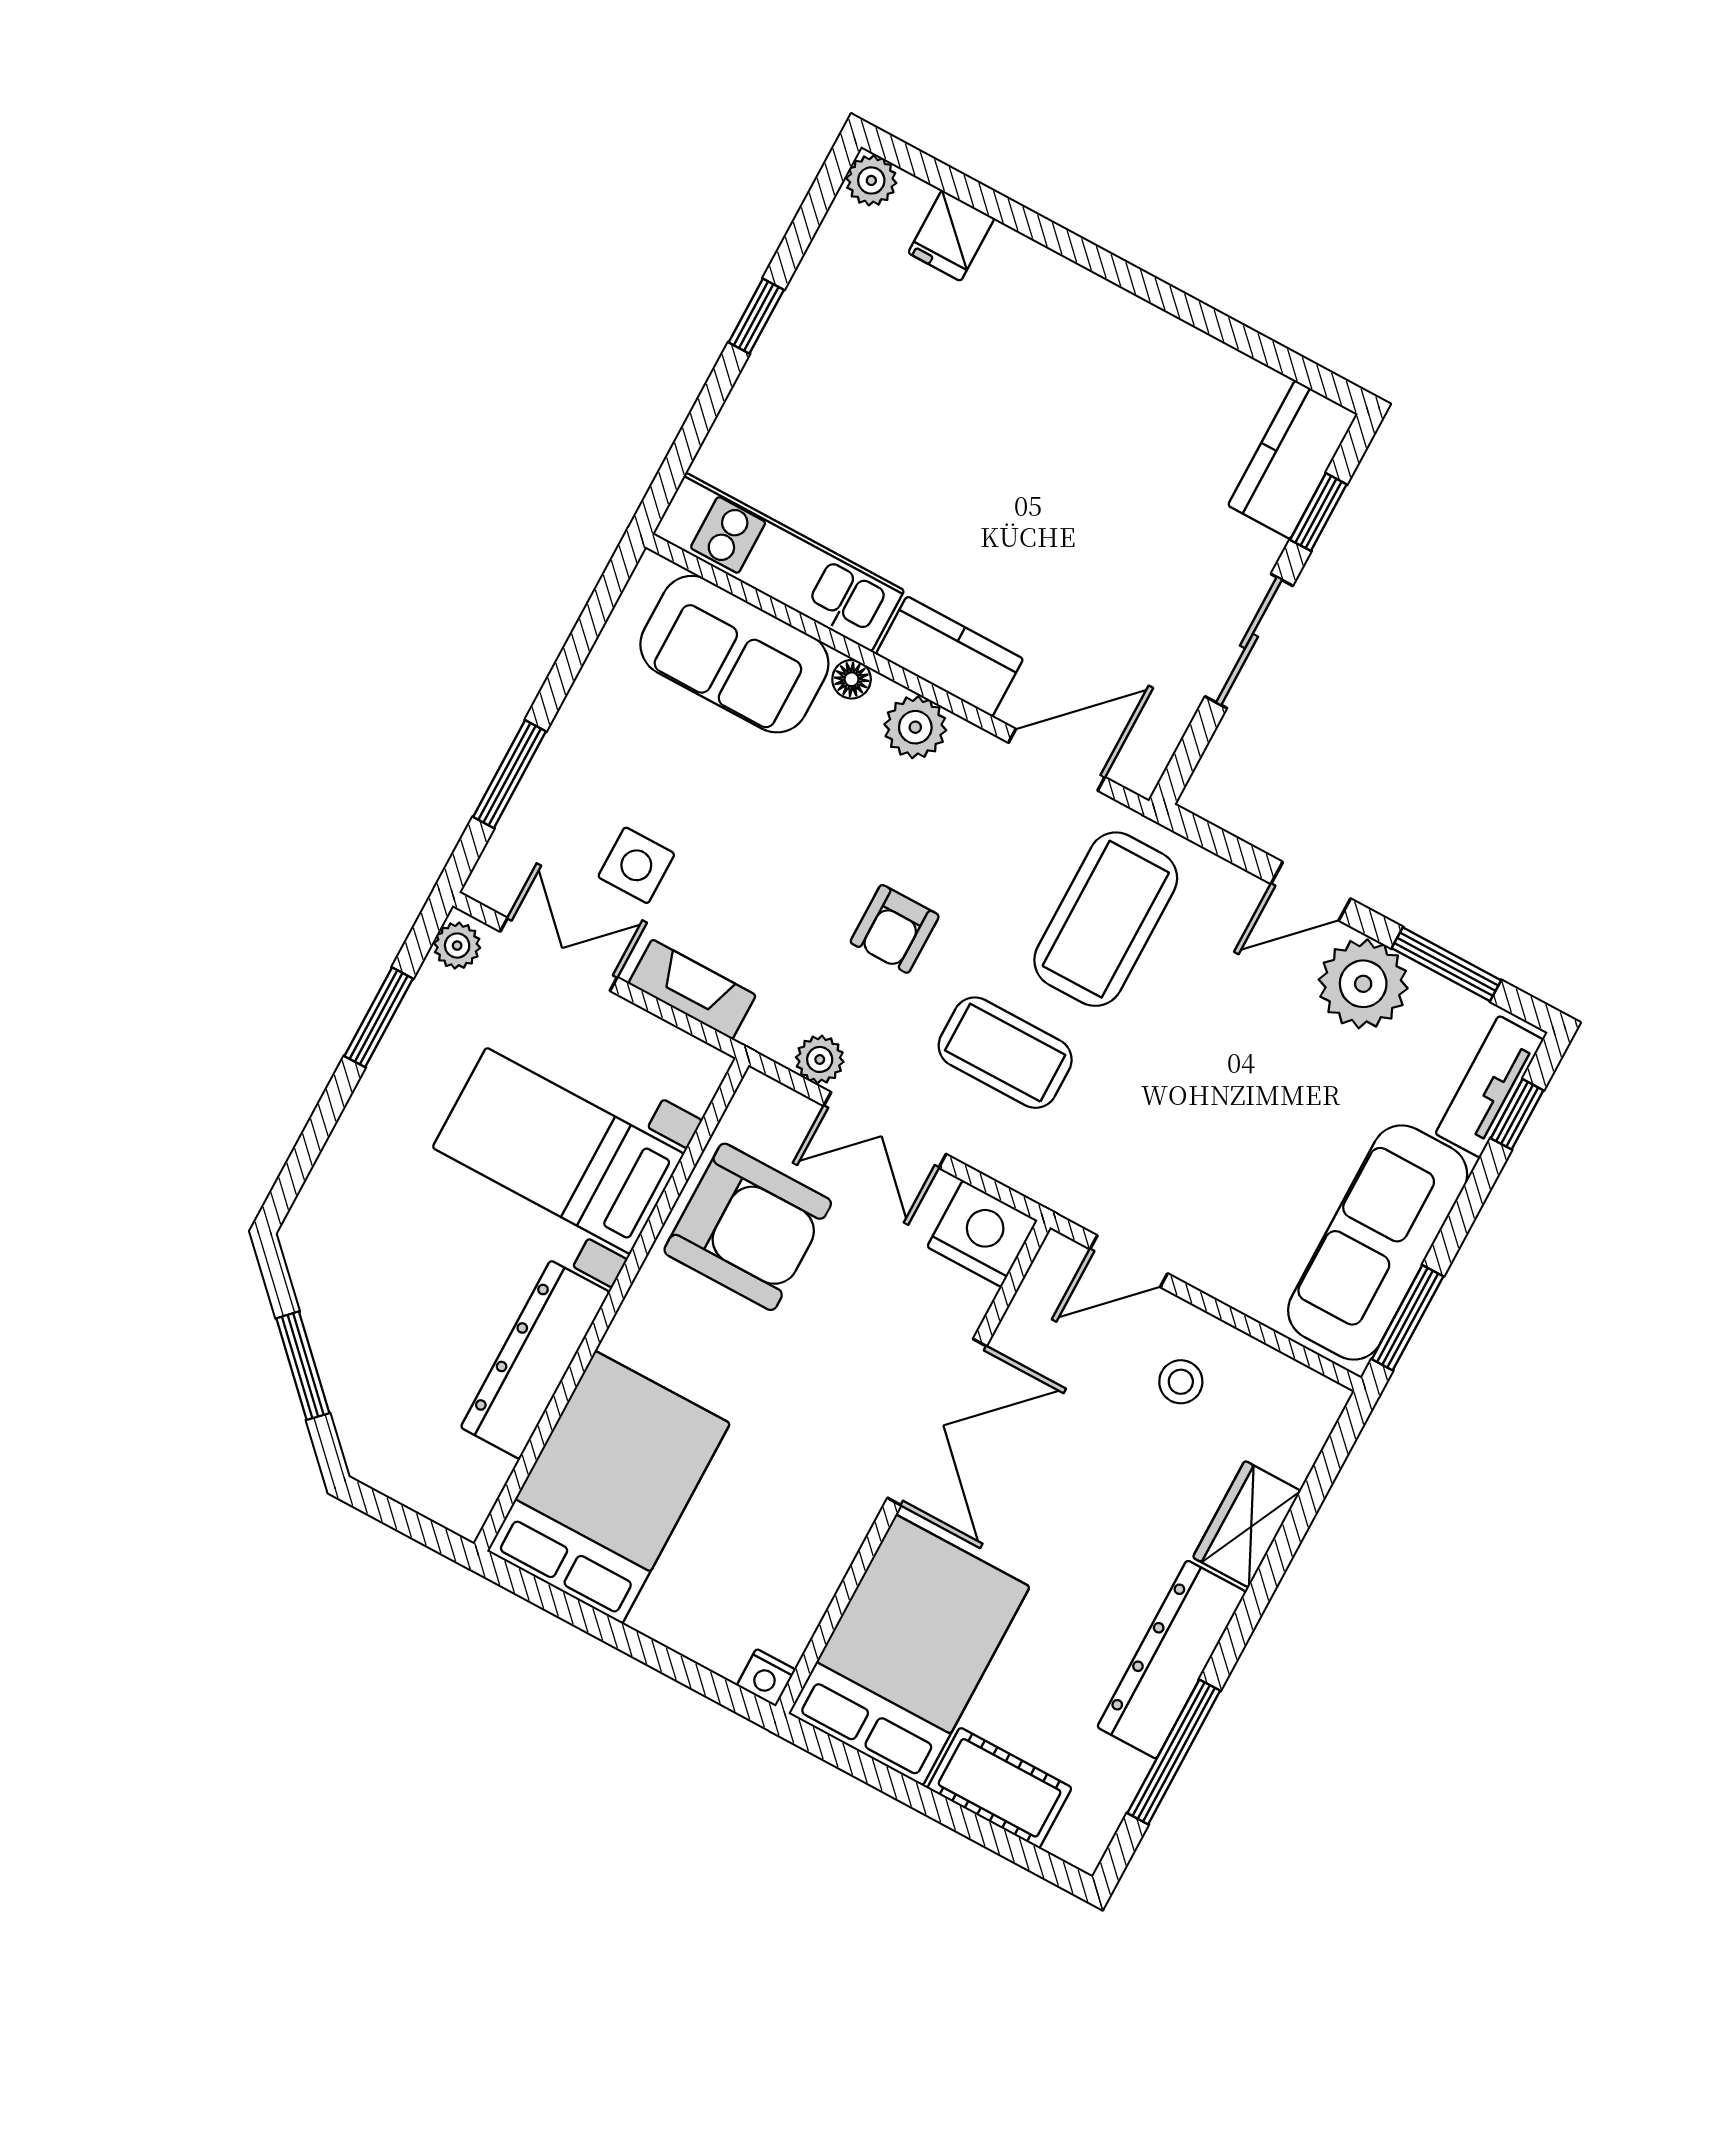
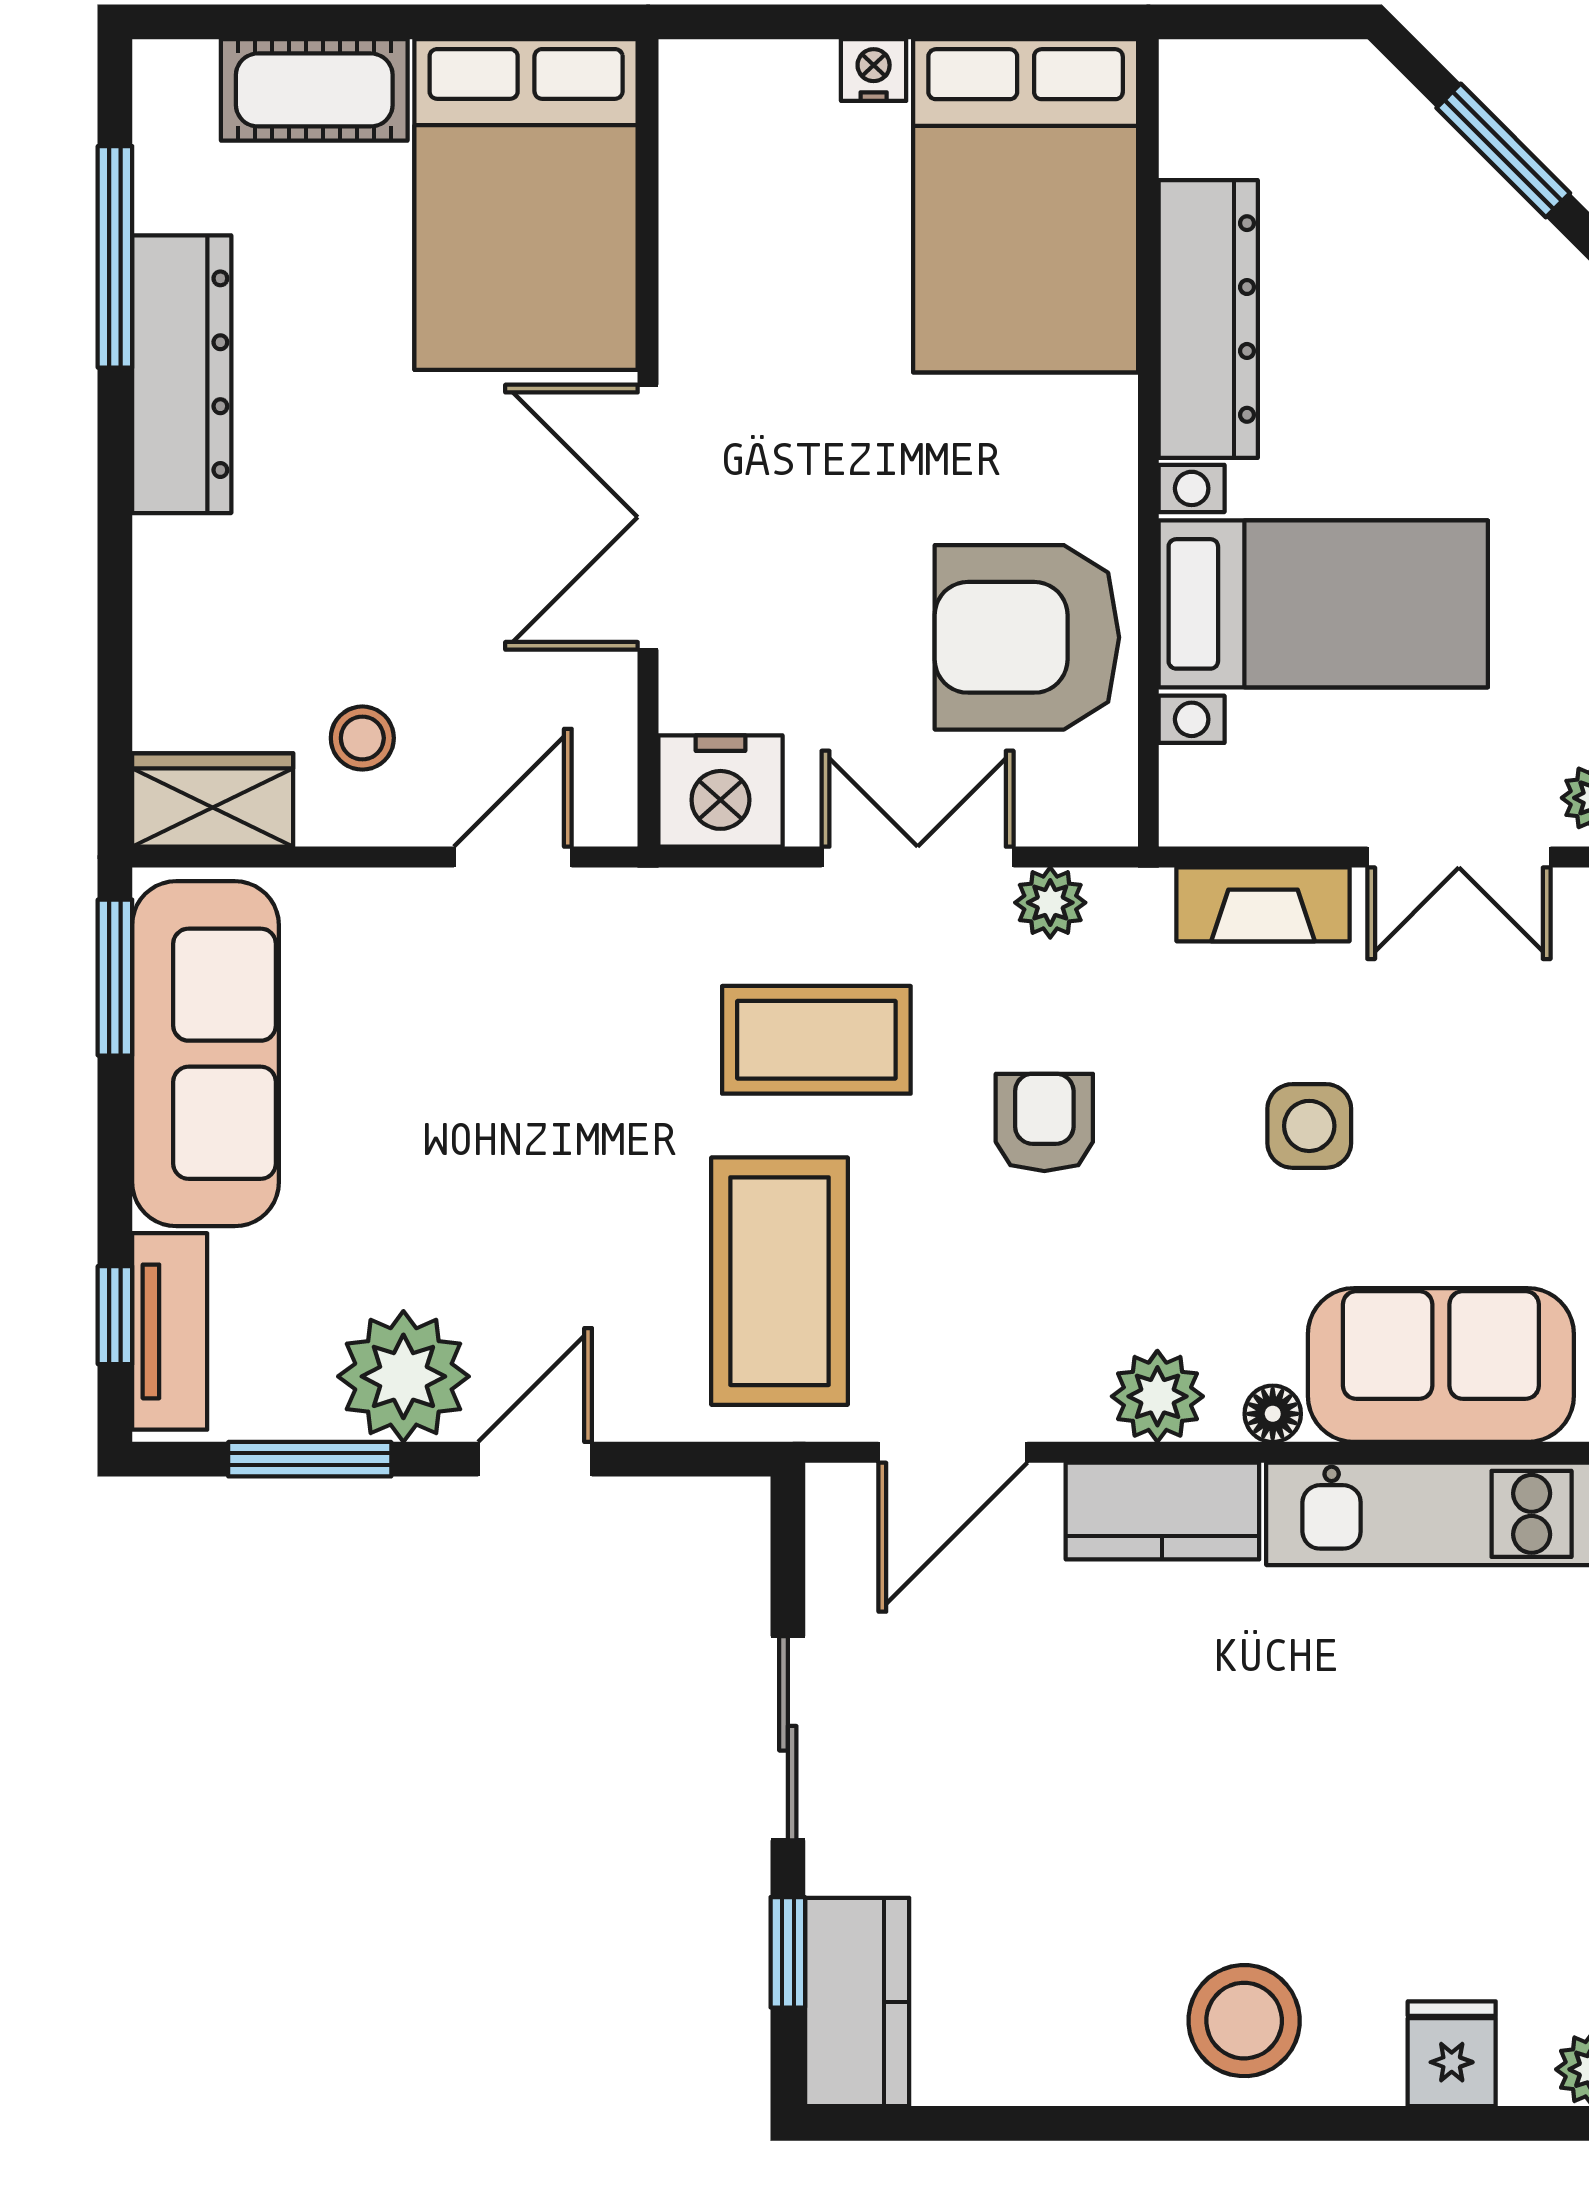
stool: (1066, 323) -> (1244, 2021), added
side table: (636, 865) -> (1309, 1126), moved
wardrobe: (1247, 1524) -> (213, 800), moved, turned -90
nightstand: (766, 1678) -> (874, 70), moved

